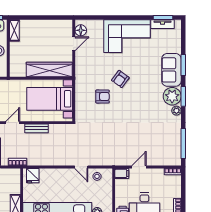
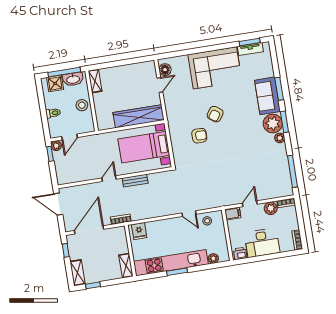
plant: (158, 174) -> (271, 208), added

